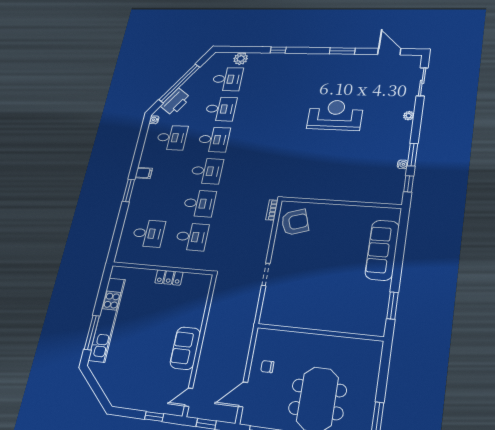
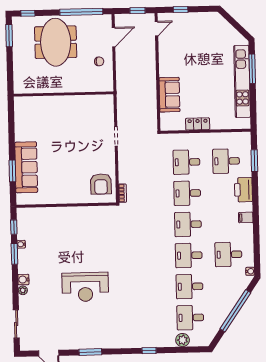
printer: (175, 102) -> (243, 190), moved, turned -35
water cooler: (406, 127) -> (23, 280), added
window: (129, 190) -> (254, 161), moved
armchair: (295, 222) -> (101, 184), turned -72
window: (392, 305) -> (12, 171), moved
sofa: (185, 348) -> (169, 95), moved

